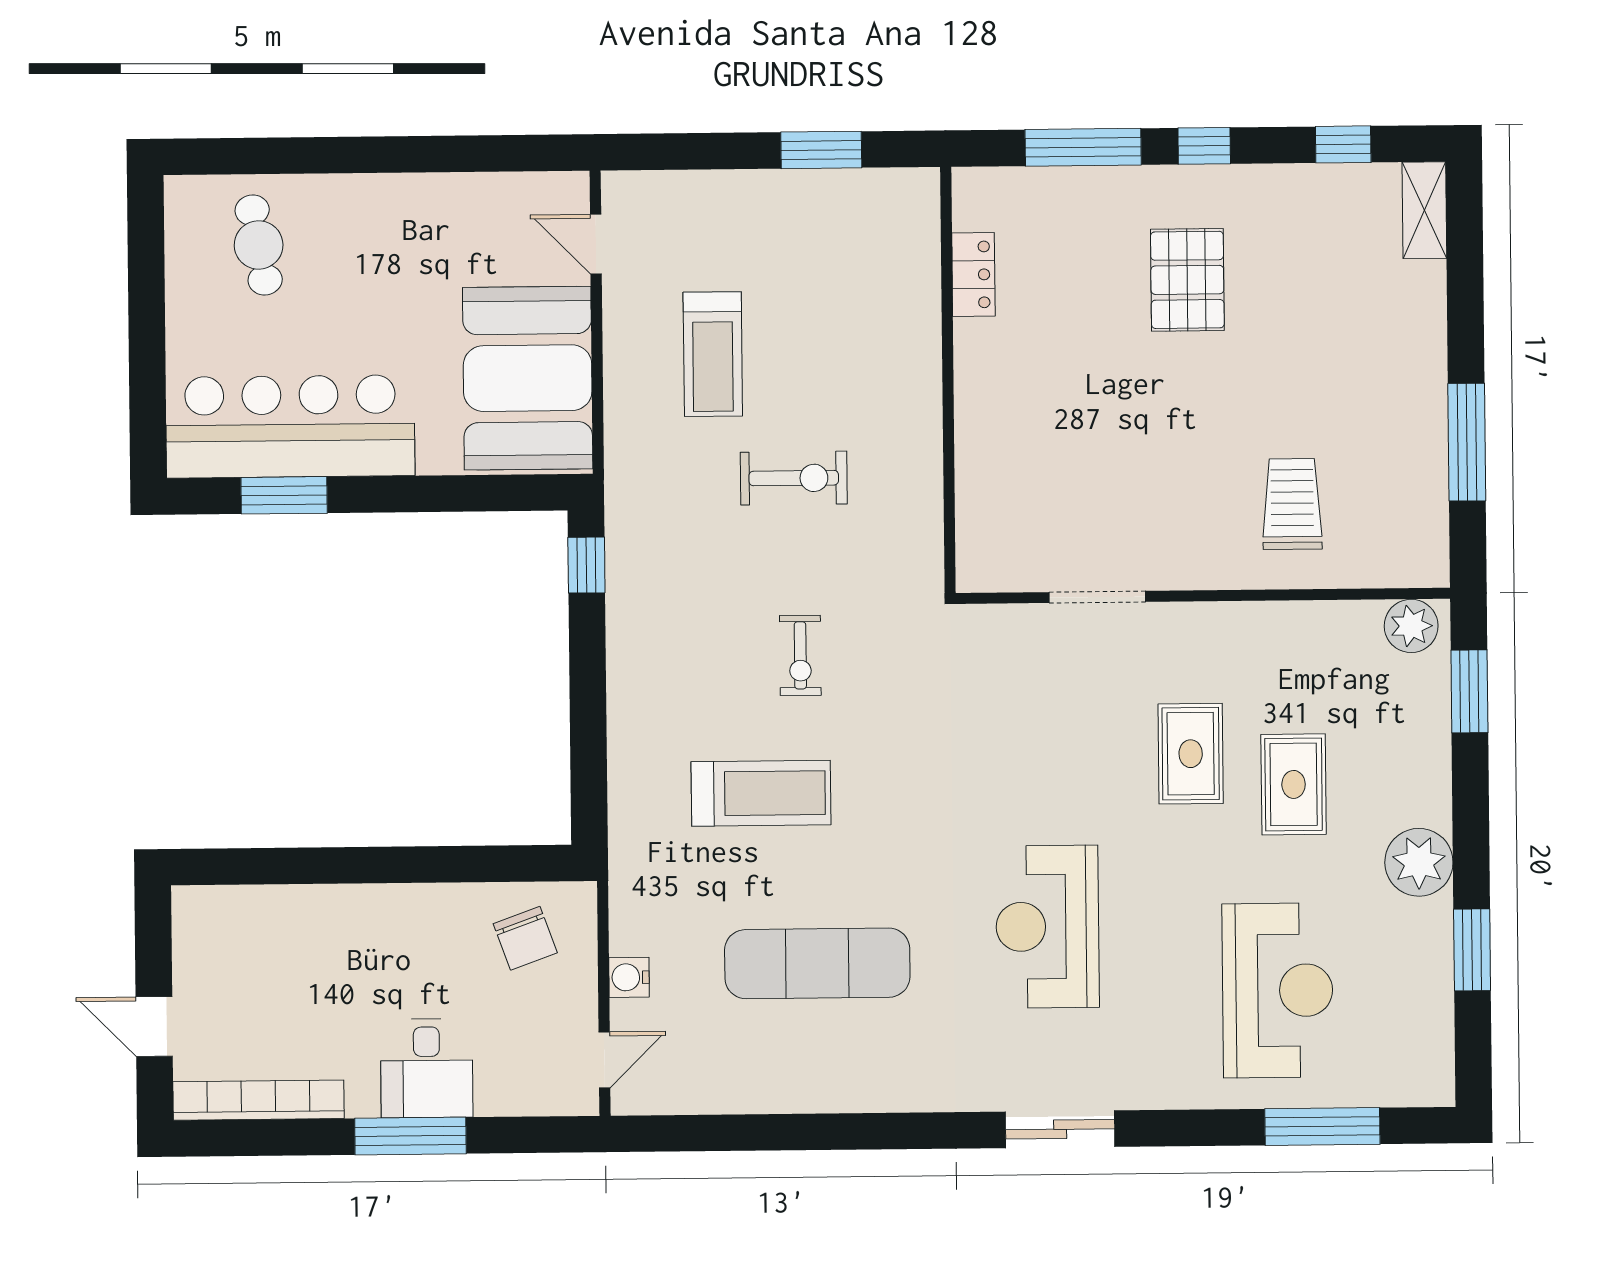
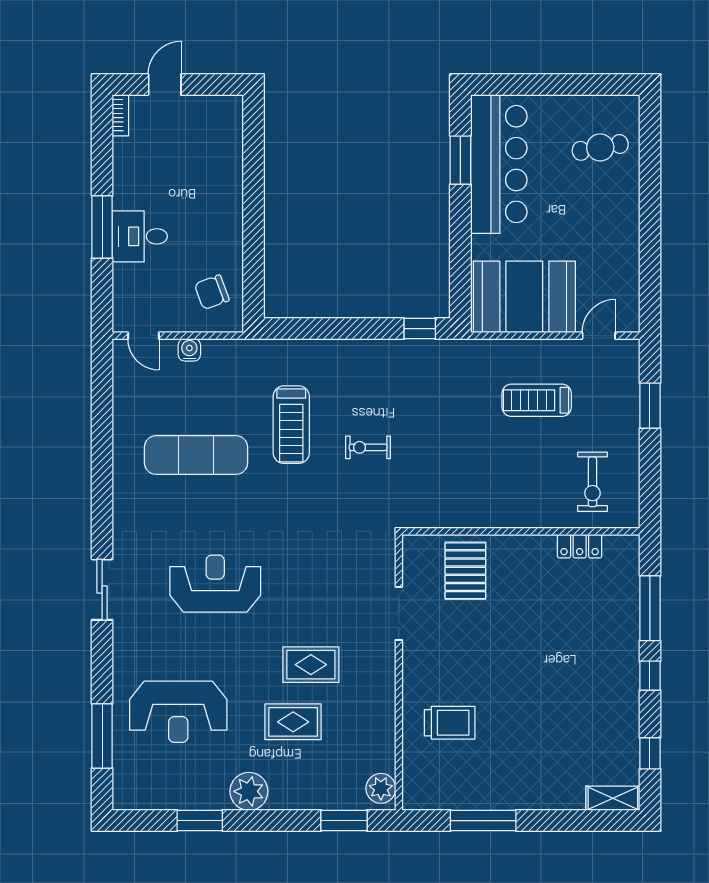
window: (821, 150) -> (650, 406), moved
pallet: (1187, 280) -> (465, 571), moved, turned 90
exercise bike: (794, 478) -> (592, 482), moved
exercise mat: (817, 963) -> (196, 455), turned 90
bookcase: (259, 1100) -> (120, 115), width x0.43, depth x0.76

